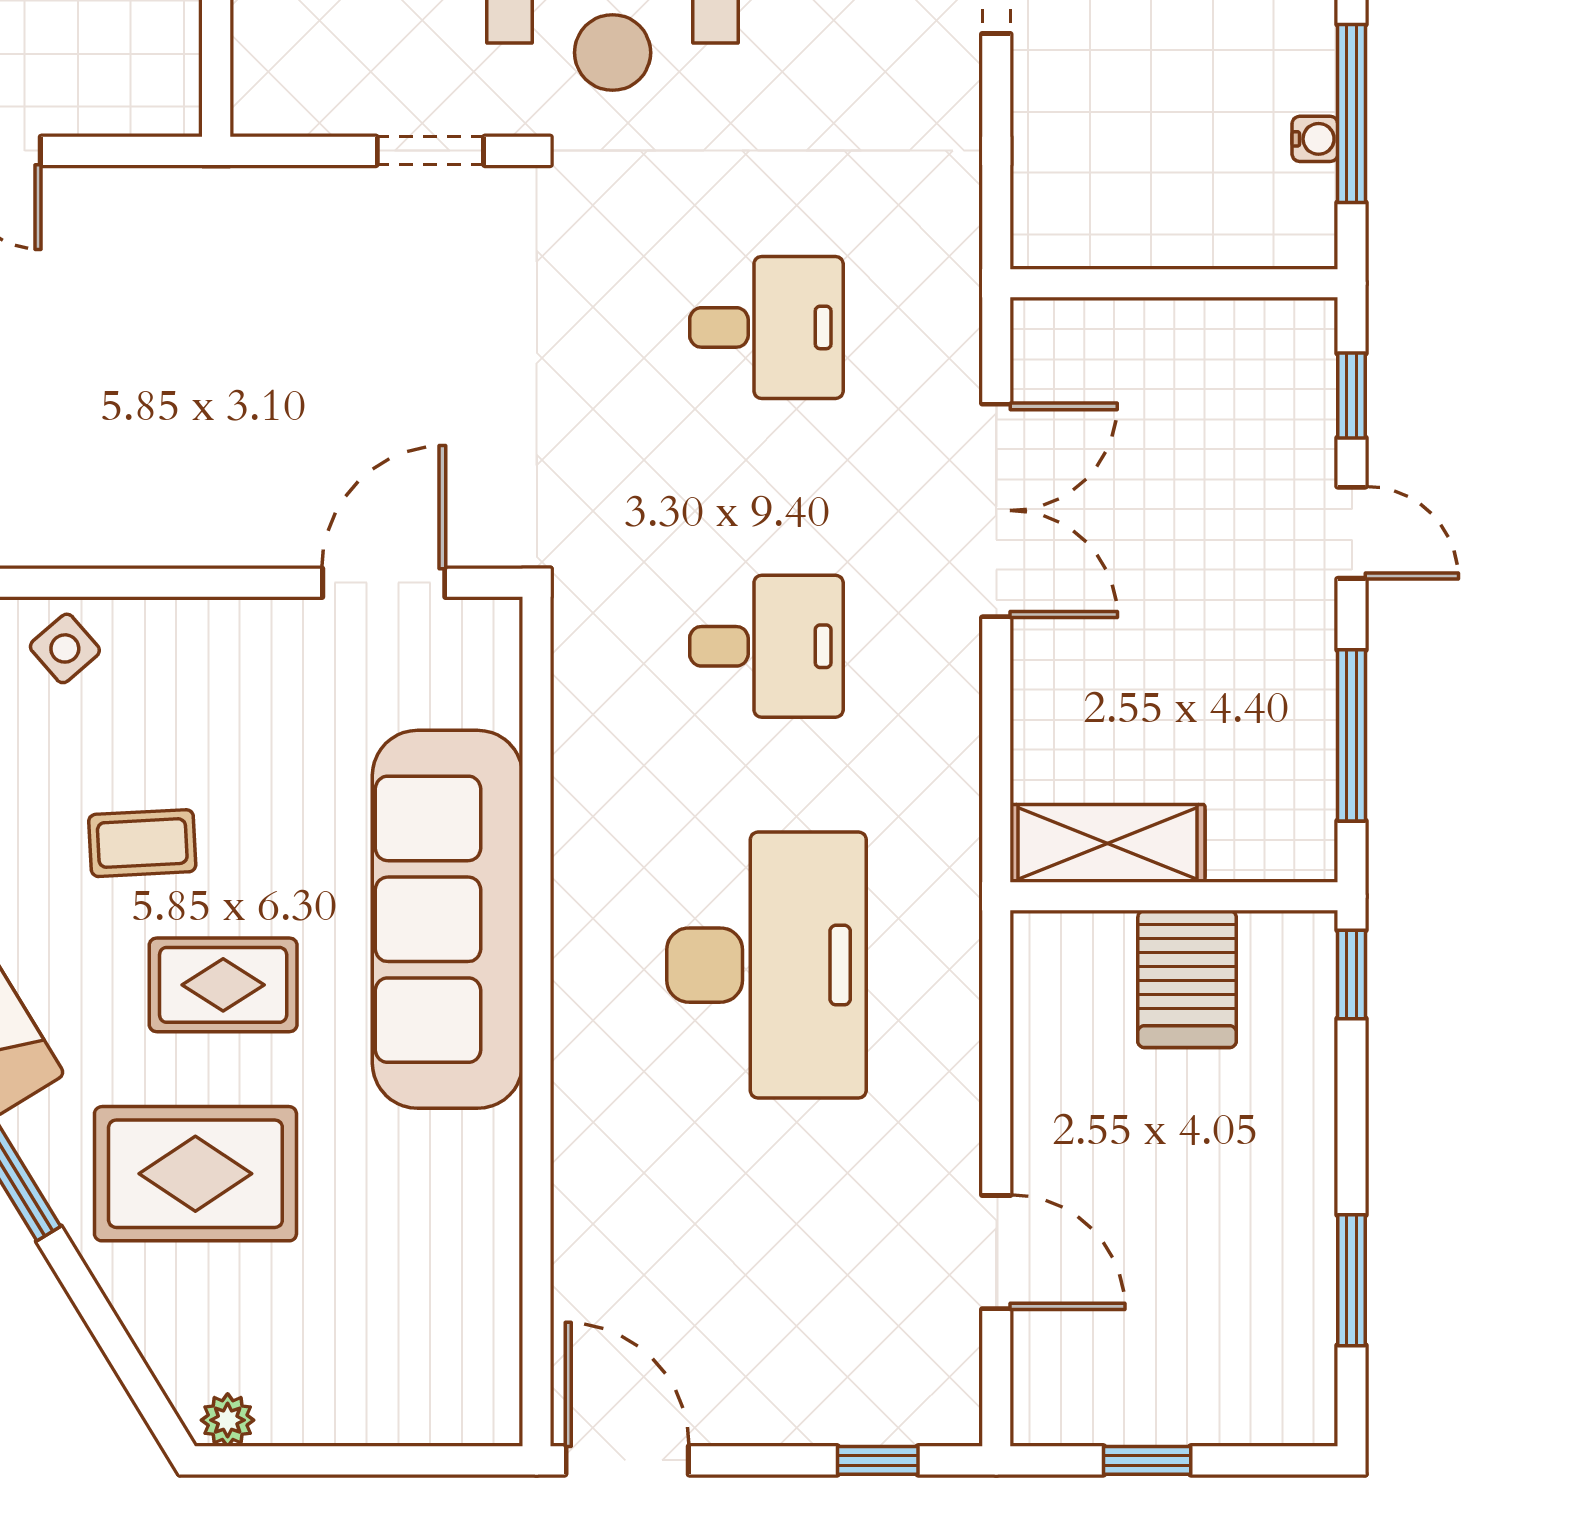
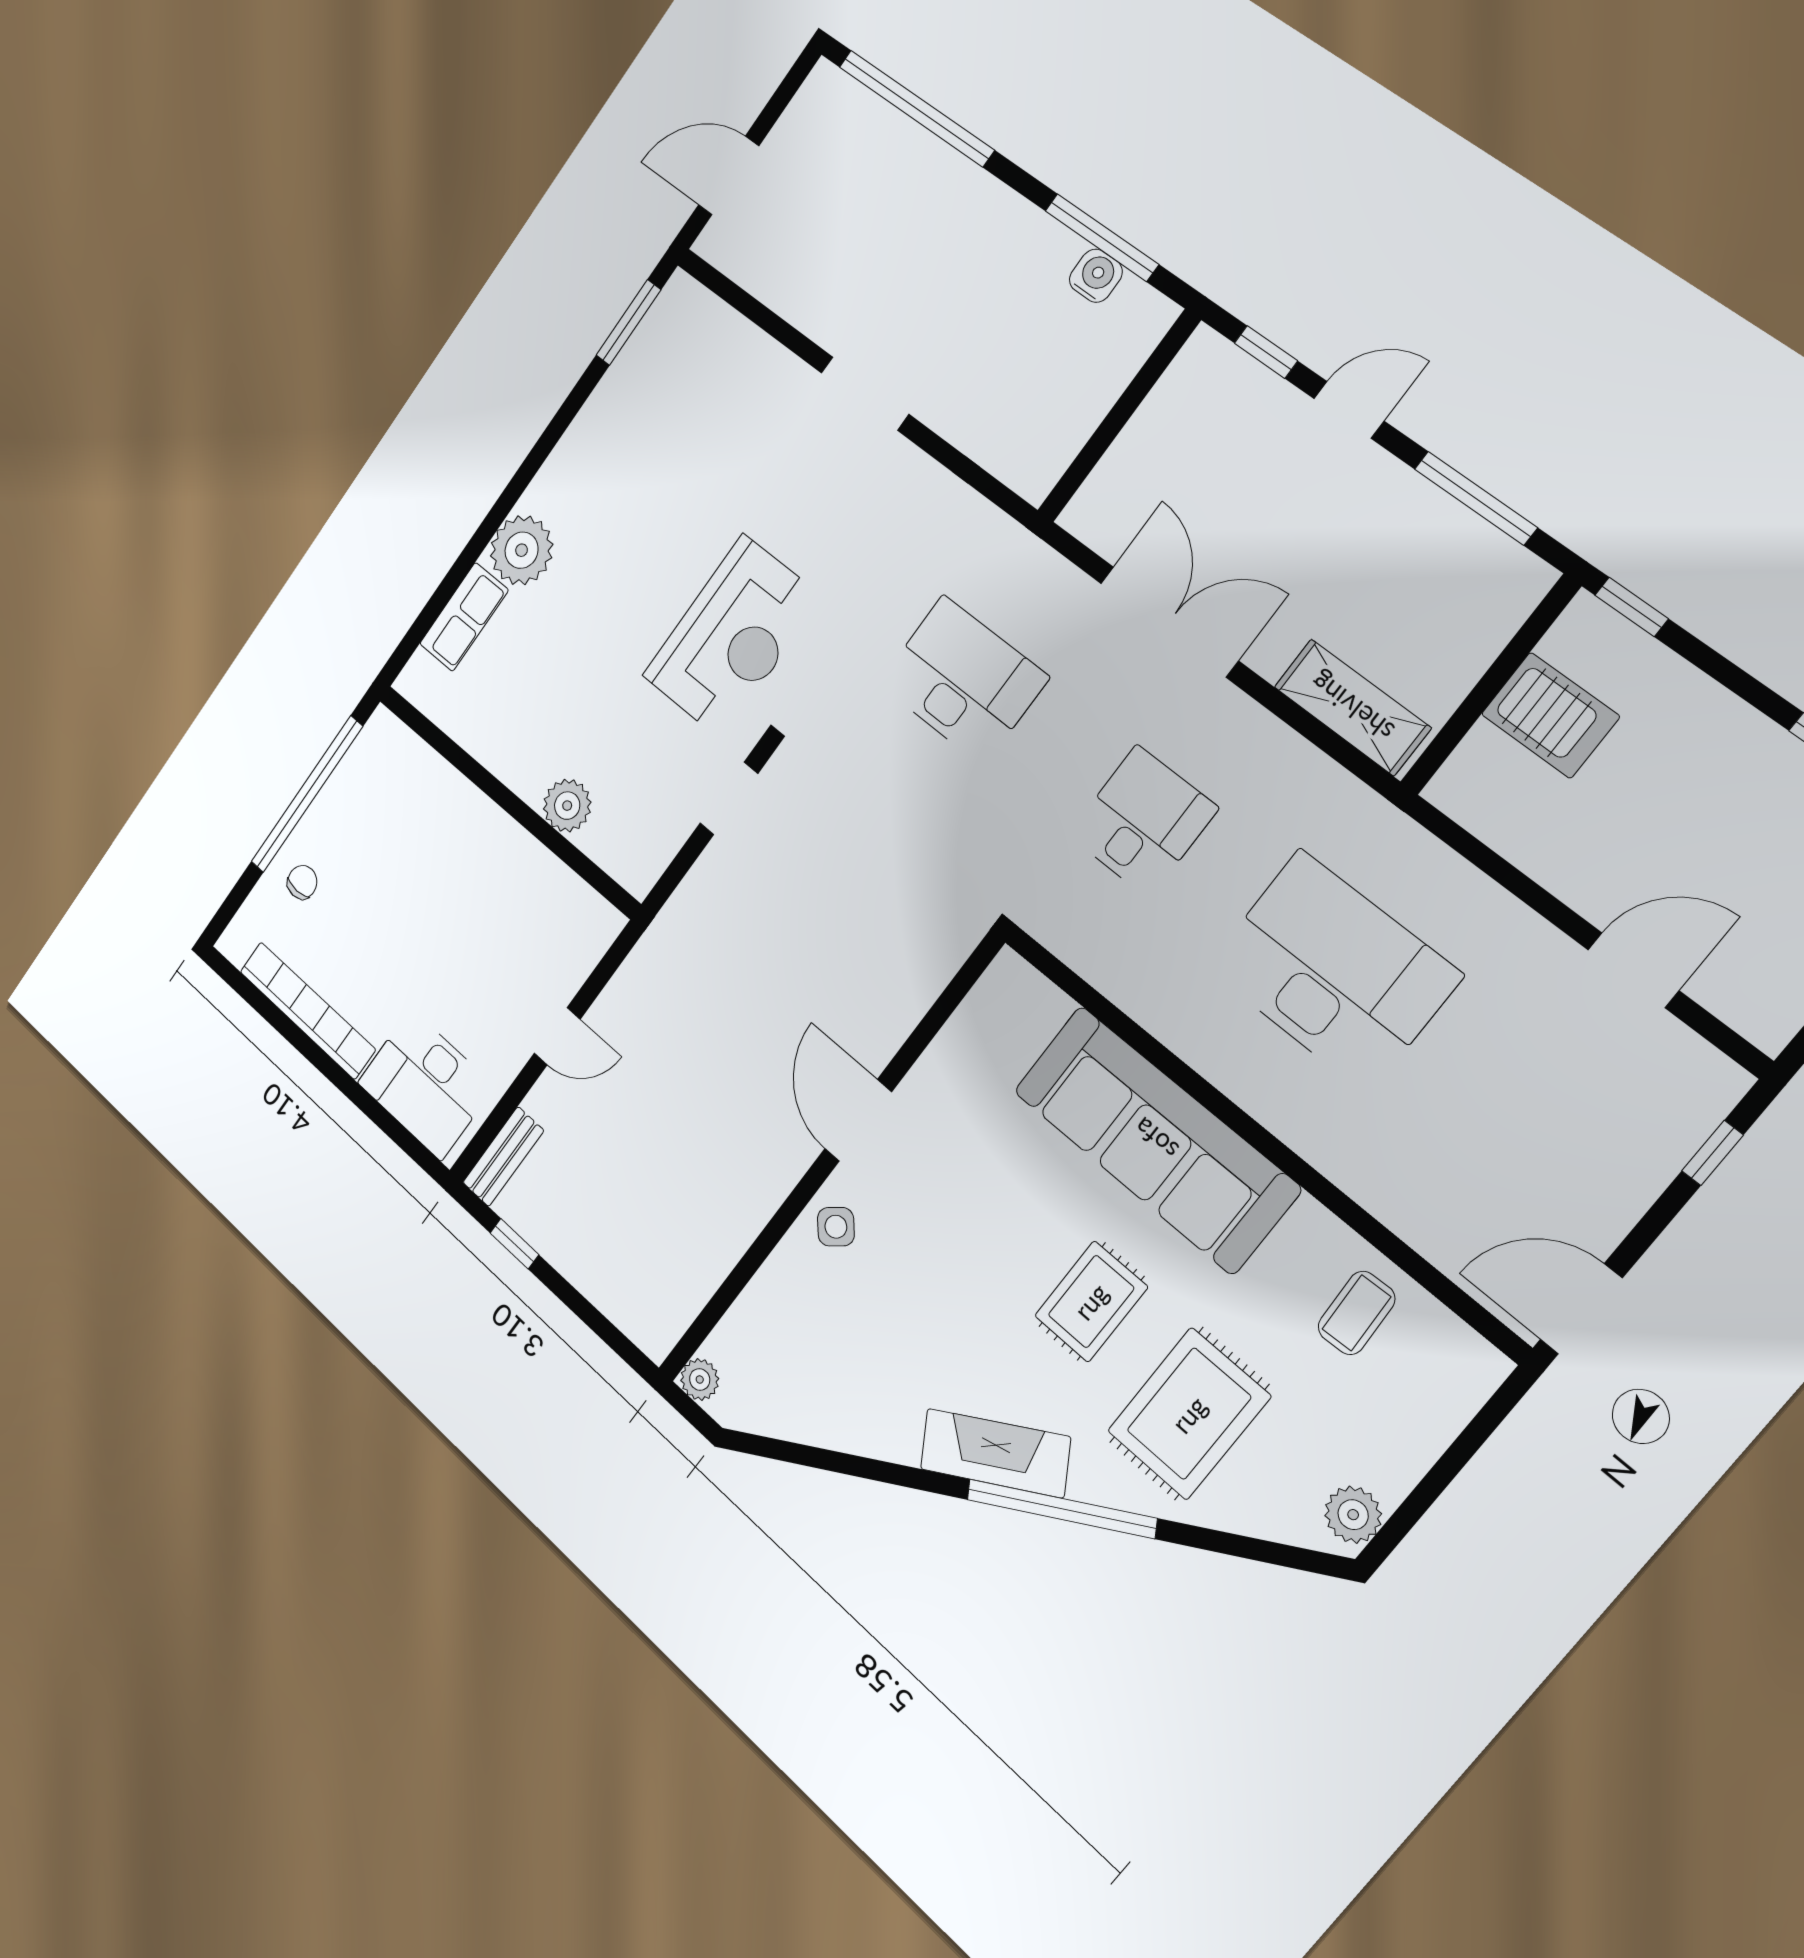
water cooler: (1315, 139) -> (1096, 276), width x1.38, depth x1.38
desk: (766, 327) -> (963, 680), width x1.37
door: (384, 583) -> (858, 1120), moved
coffee table: (142, 843) -> (1357, 1313), moved
shelving: (1108, 843) -> (1352, 707), moved, turned 90
plant: (228, 1420) -> (1353, 1515), width x1.38, depth x1.38

